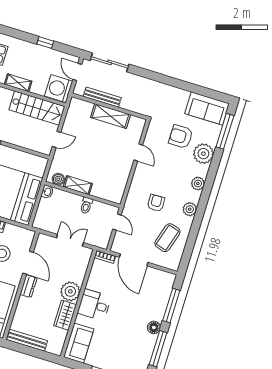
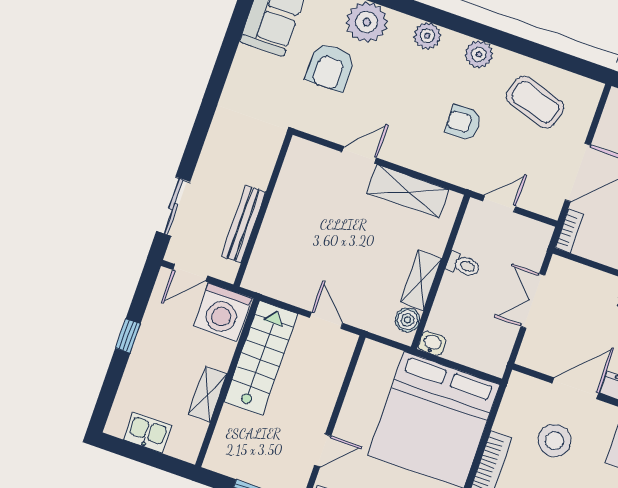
sliding door: (109, 62) -> (173, 206), width x0.73
shelving: (111, 116) -> (408, 191), moved, turned 90

